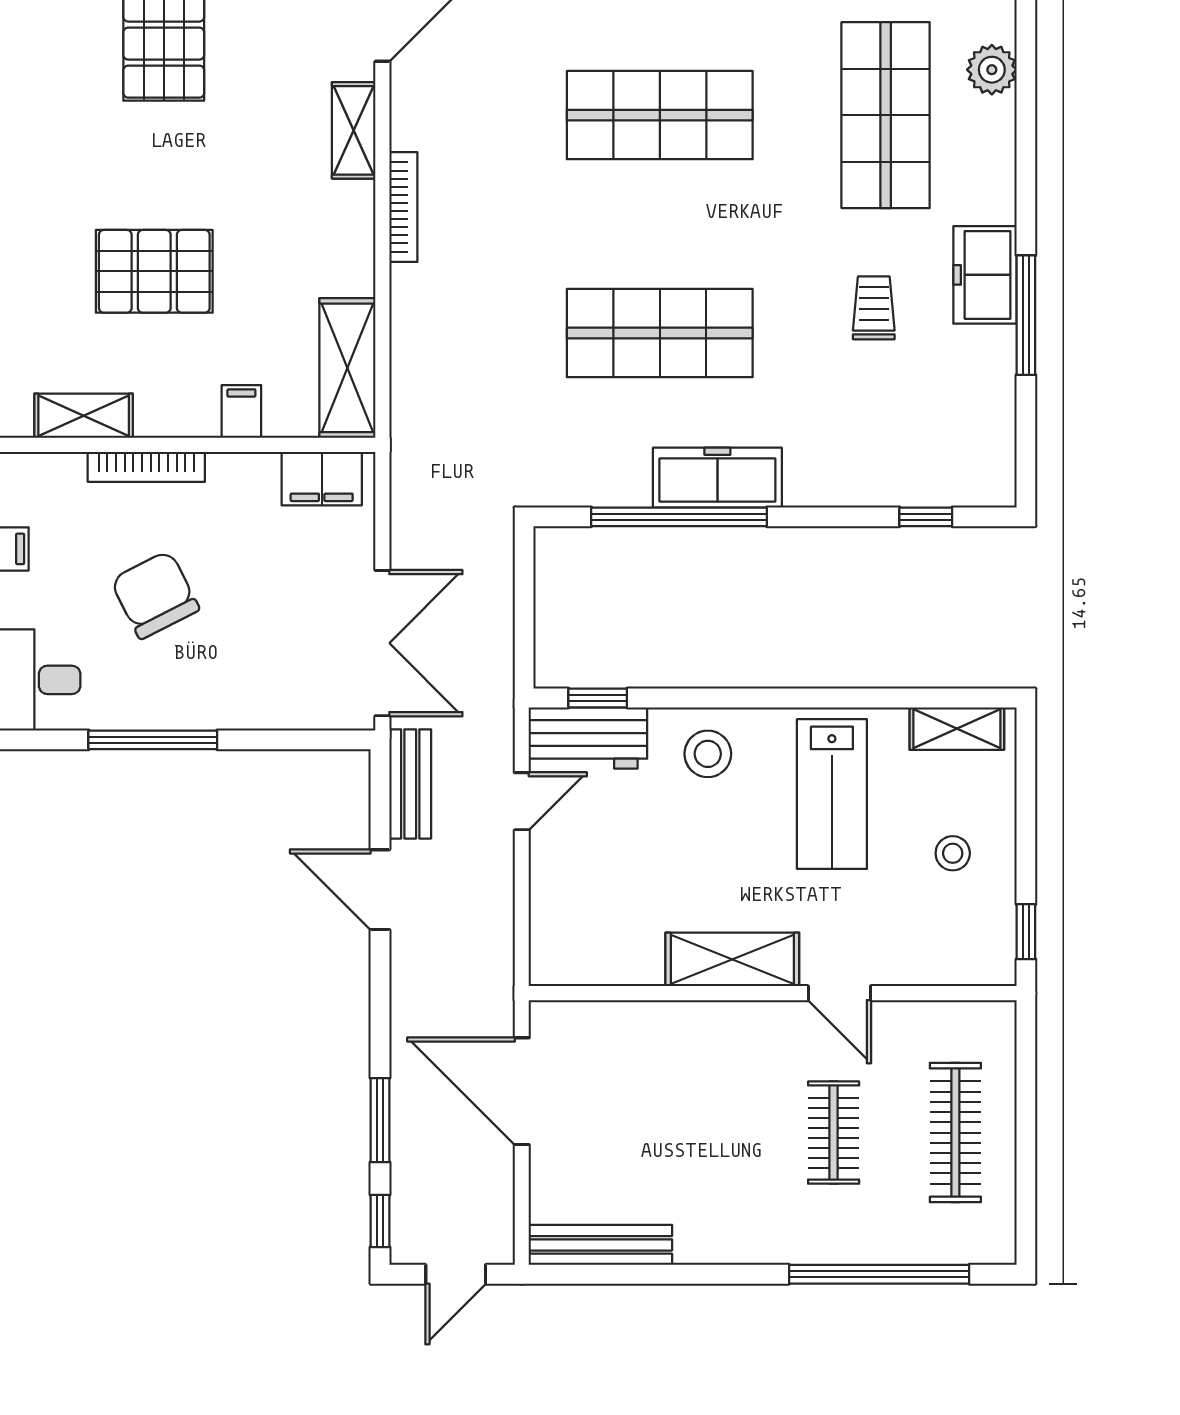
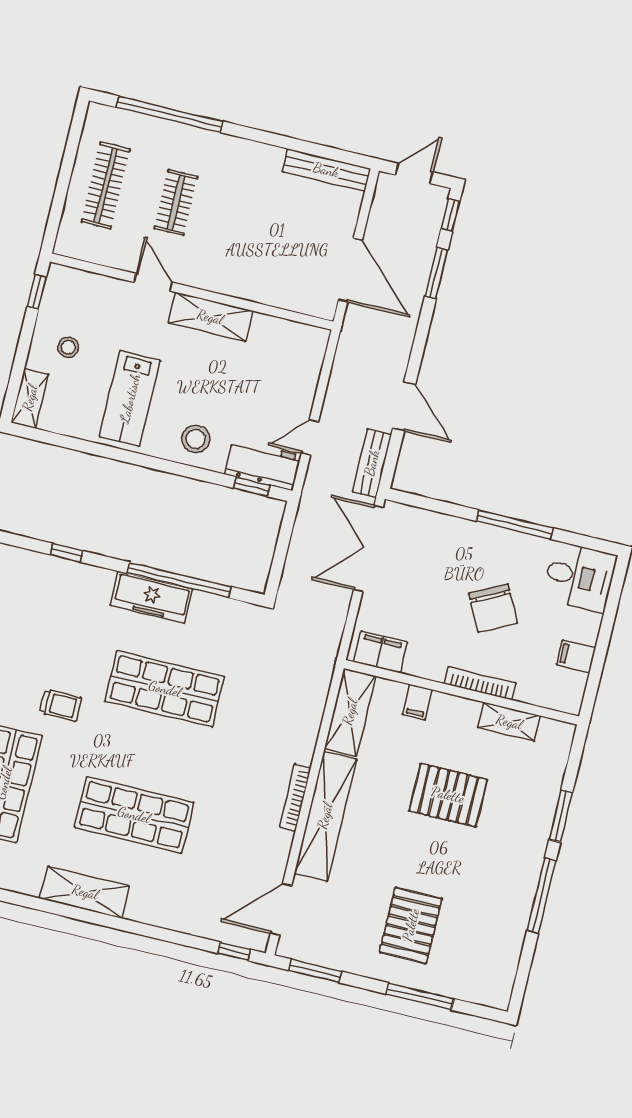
shelving: (354, 130) -> (325, 816), width x2.20, depth x1.33
trolley: (874, 308) -> (60, 705), moved, turned -90
window: (926, 517) -> (67, 553), moved
shelving: (957, 729) -> (30, 398), moved, turned 90
lab bench: (832, 794) -> (130, 398), turned 180

